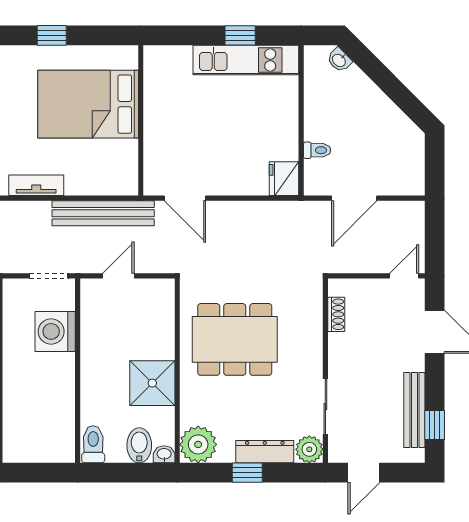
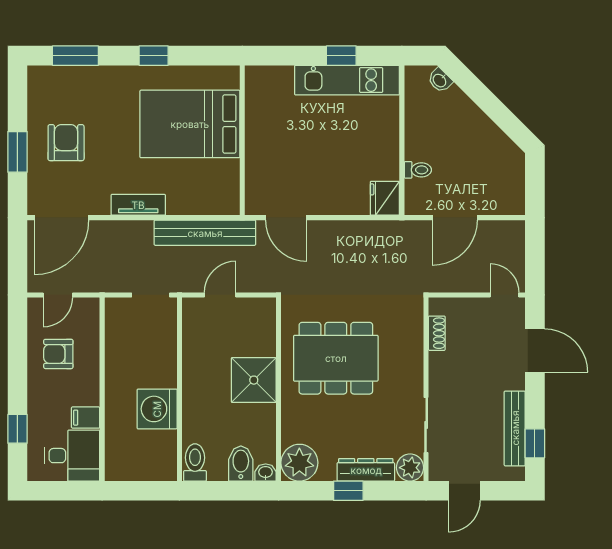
door: (404, 276) -> (504, 295), hinge flipped
washing machine: (55, 331) -> (157, 409), moved
shower: (152, 383) -> (254, 380), moved

